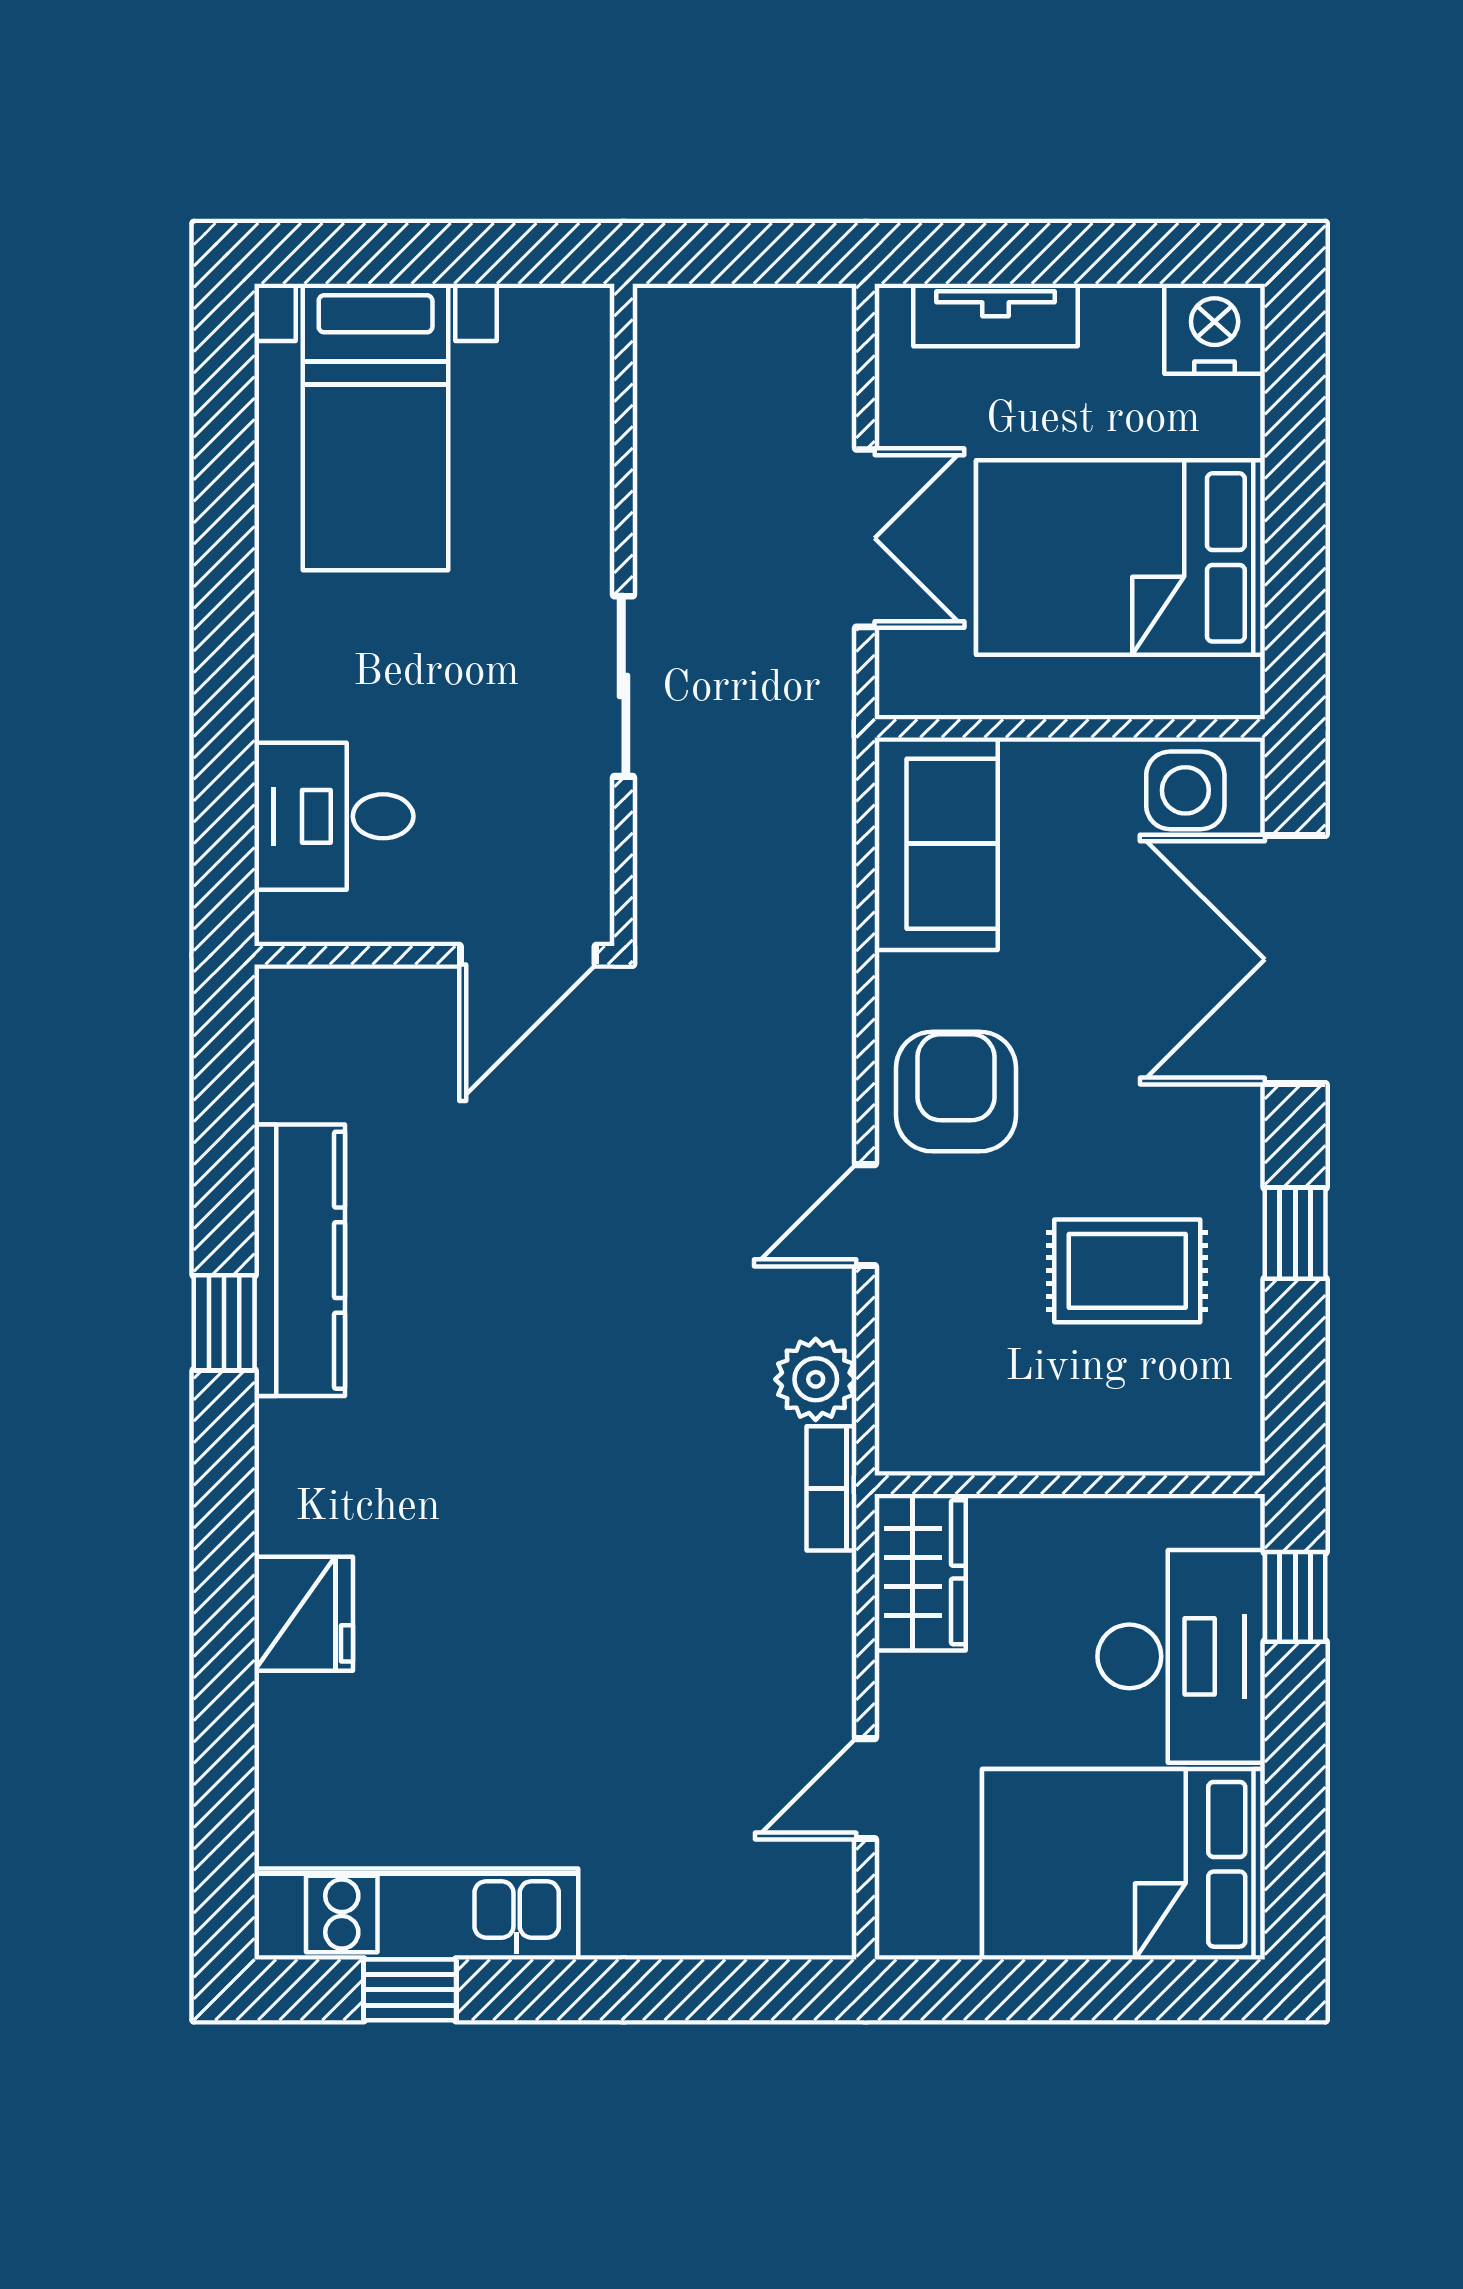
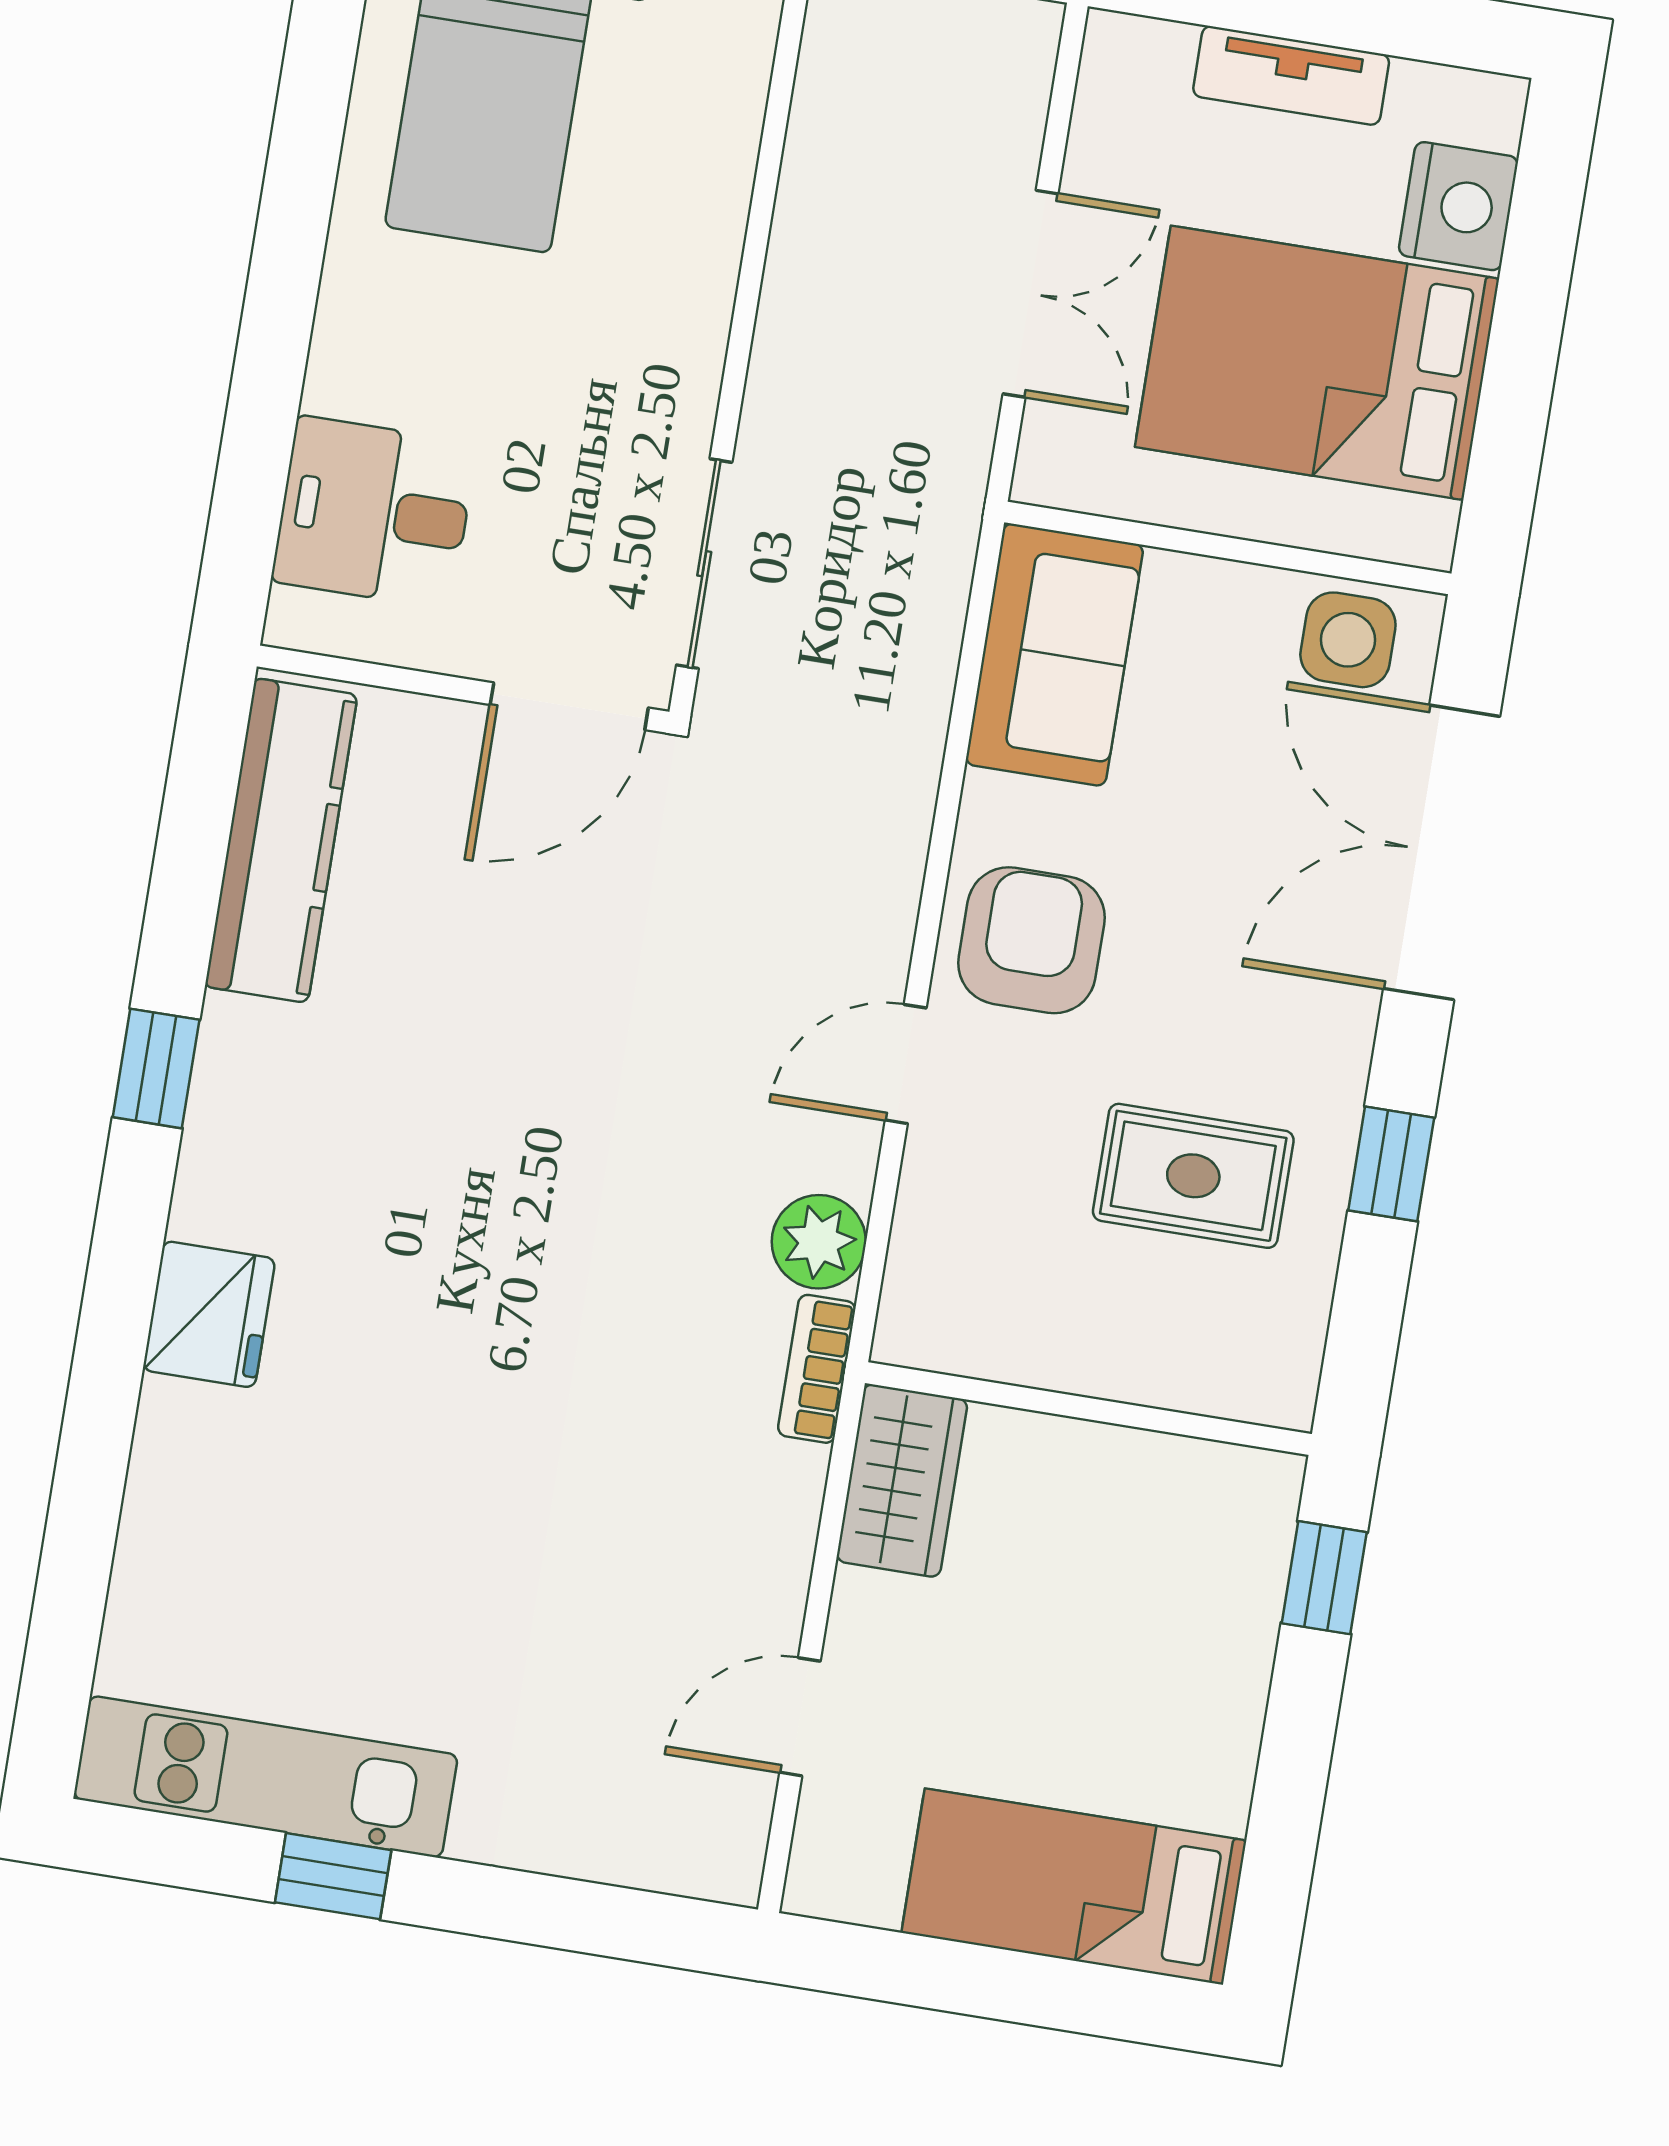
tv unit: (996, 315) -> (1291, 75), moved
nightstand: (1215, 329) -> (1458, 206), moved, turned 90
sliding door: (624, 686) -> (704, 564), moved
kitchen counter: (300, 1260) -> (281, 841), moved
fridge: (304, 1614) -> (209, 1314), moved
desk: (1181, 1656) -> (1184, 1624), removed
bed: (1124, 1864) -> (1074, 1887), width x0.67
window: (410, 1990) -> (333, 1876), moved

